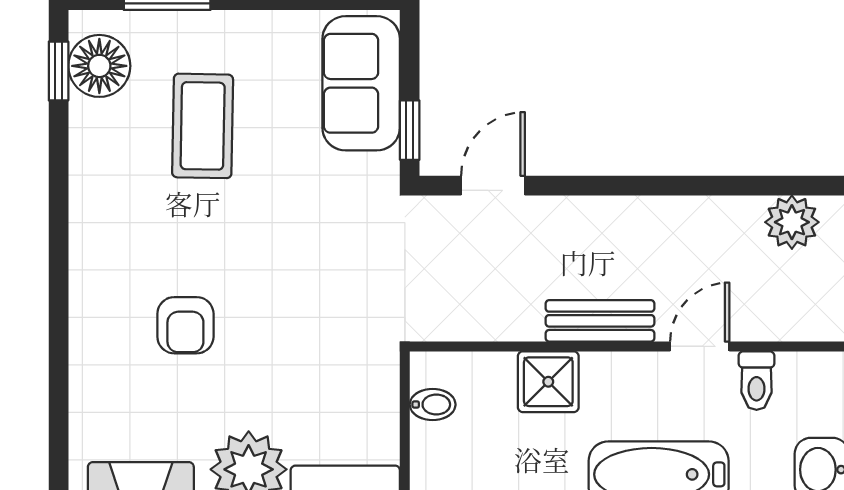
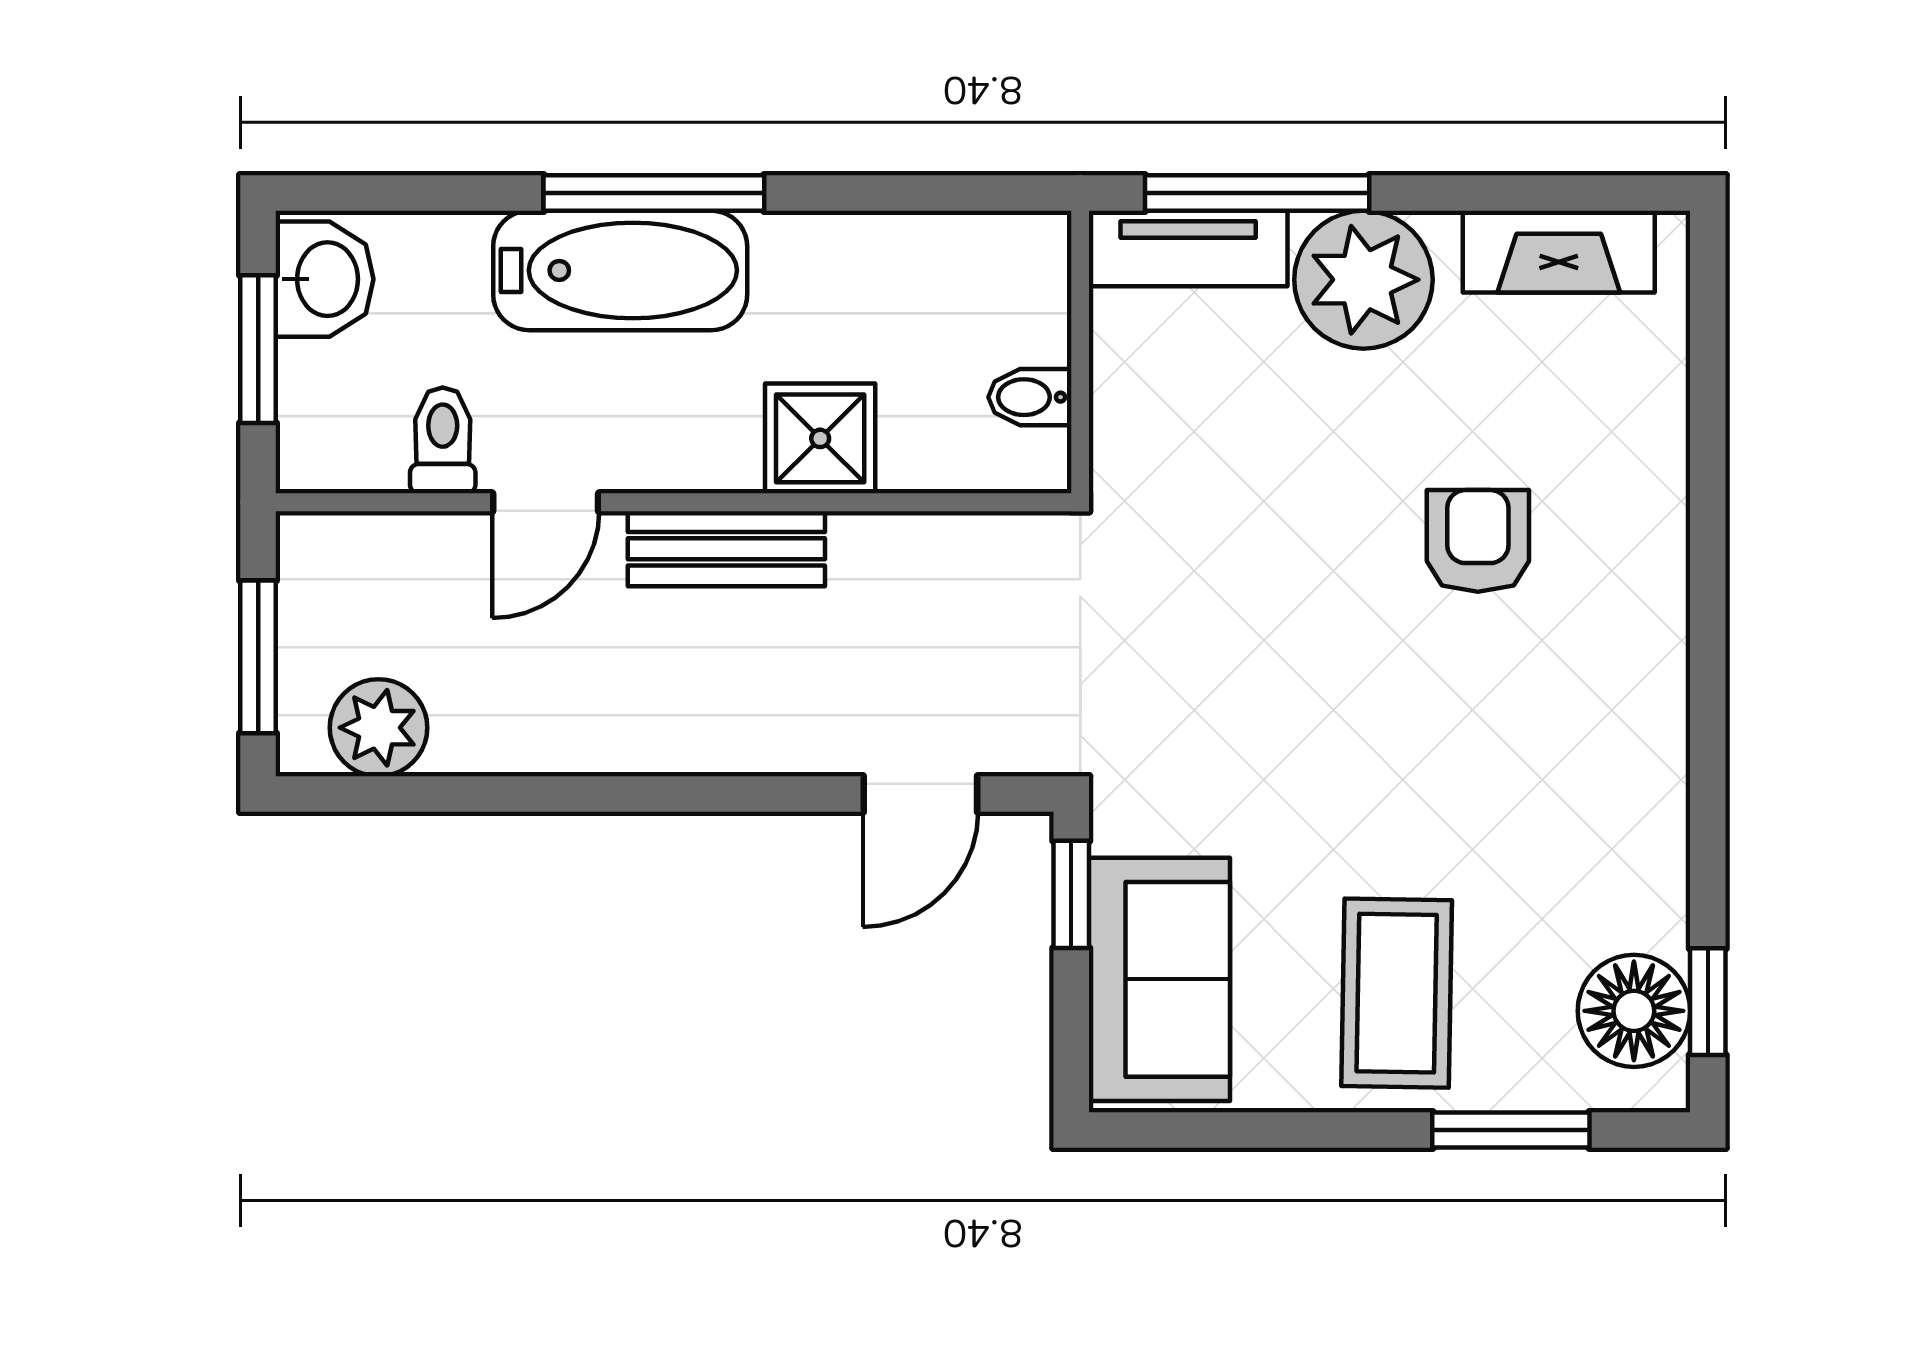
coffee table: (203, 126) -> (1397, 993), moved

